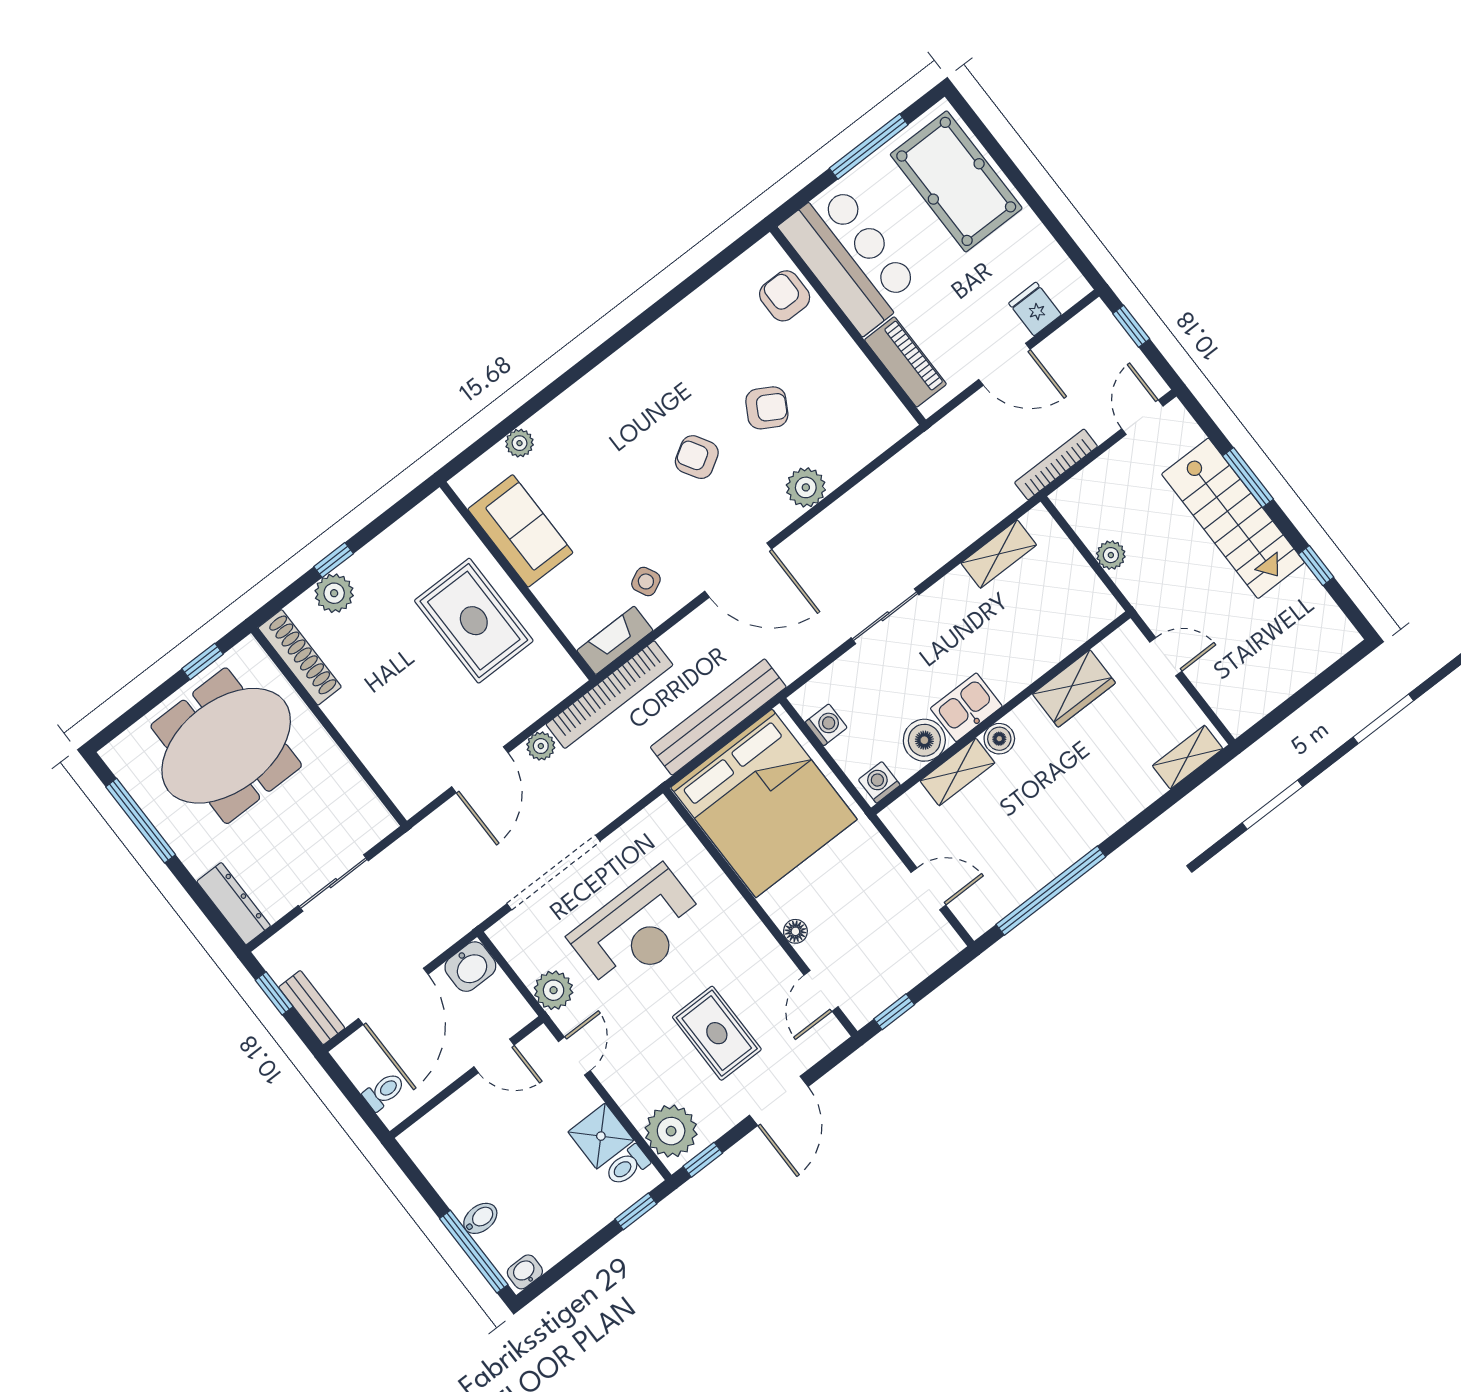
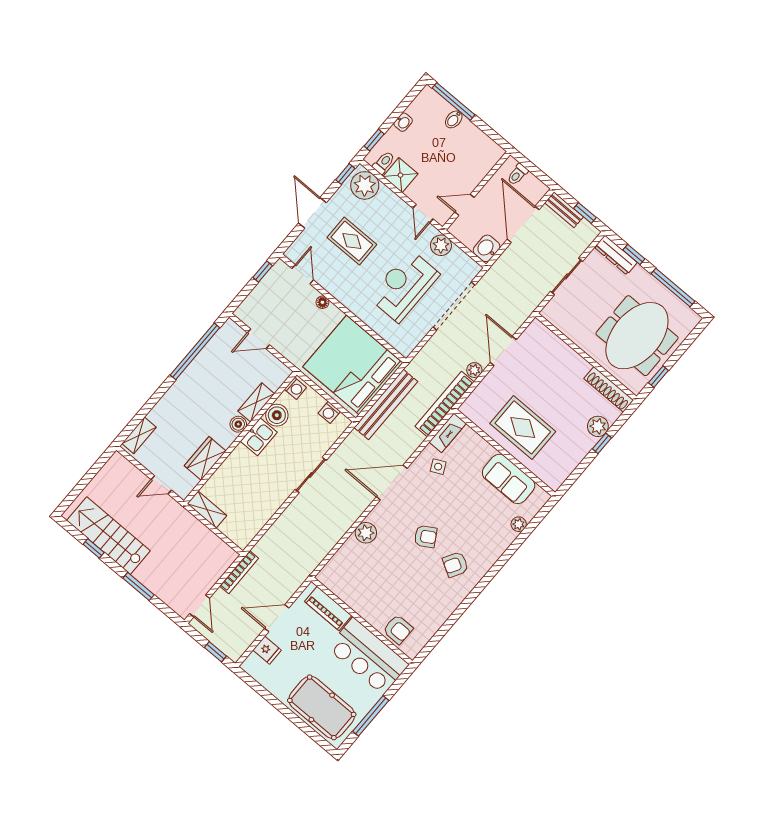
armchair: (767, 408) -> (455, 564), moved
stairs: (1233, 518) -> (108, 536), moved
shelving: (999, 554) -> (207, 510), moved, turned 90
plant: (1111, 555) -> (201, 531), removed
window: (200, 897) -> (634, 254), added
washbasin: (525, 1272) -> (403, 122), moved

